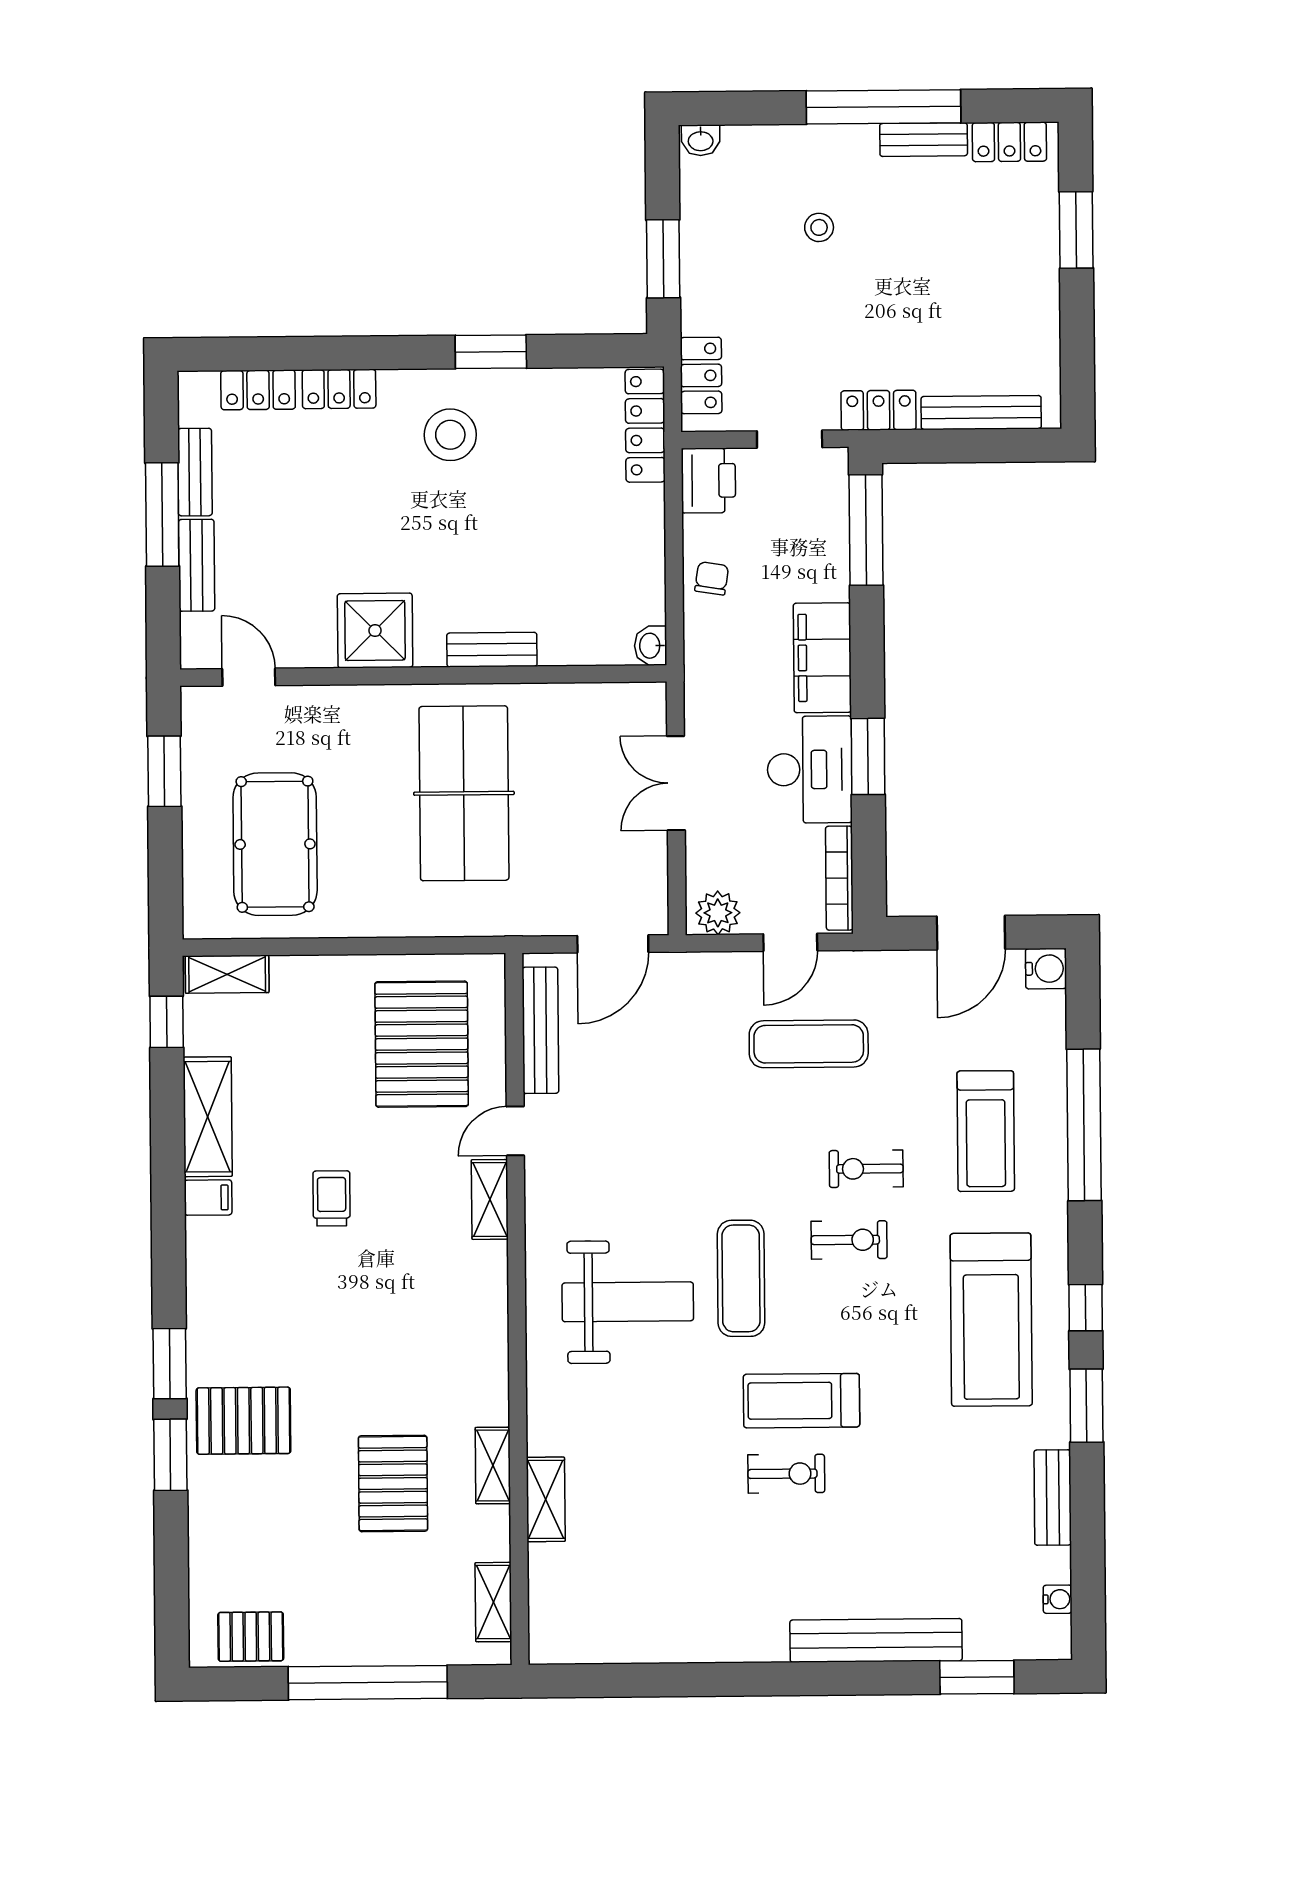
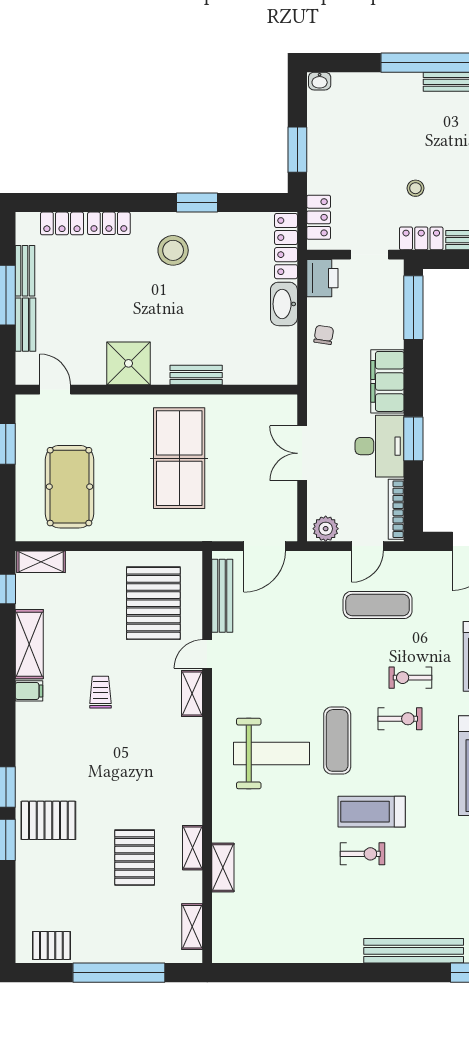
stool: (819, 227) -> (415, 188), moved
washbasin: (651, 646) -> (284, 304), moved, width x1.91, depth x1.45

